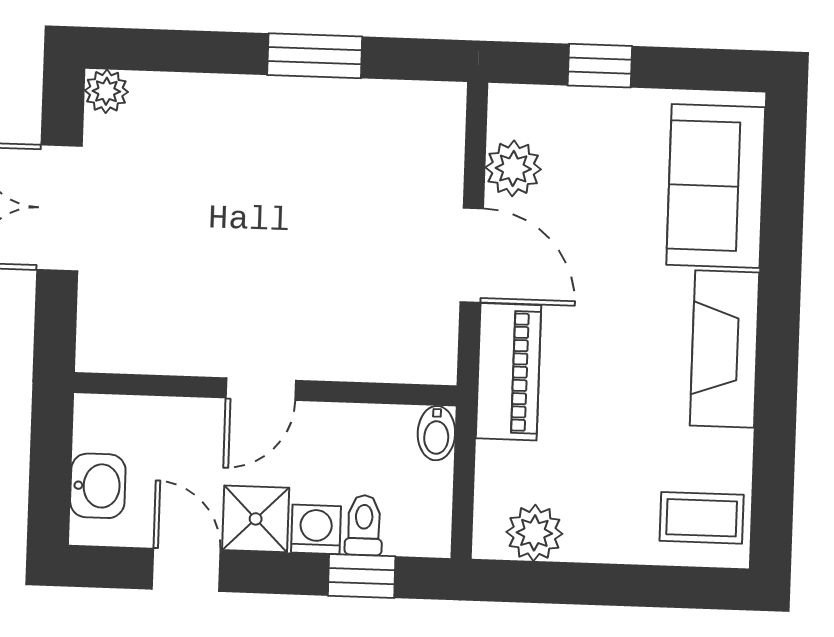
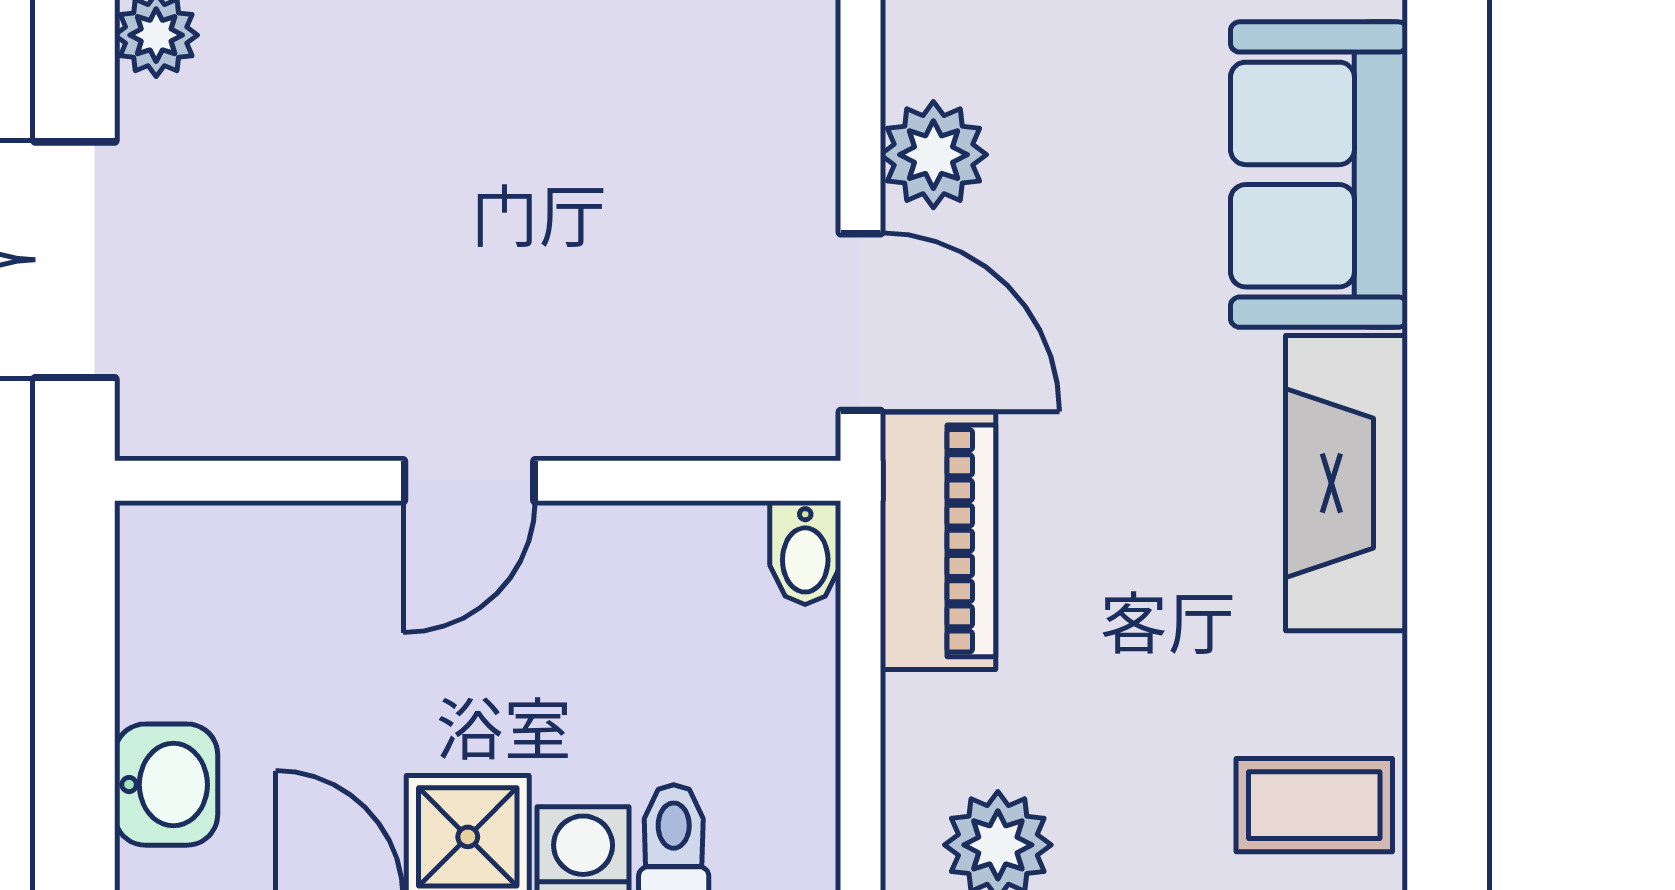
door: (261, 389) -> (469, 481), moved
wall: (265, 389) -> (478, 481), moved
bidet: (436, 433) -> (805, 553), moved

